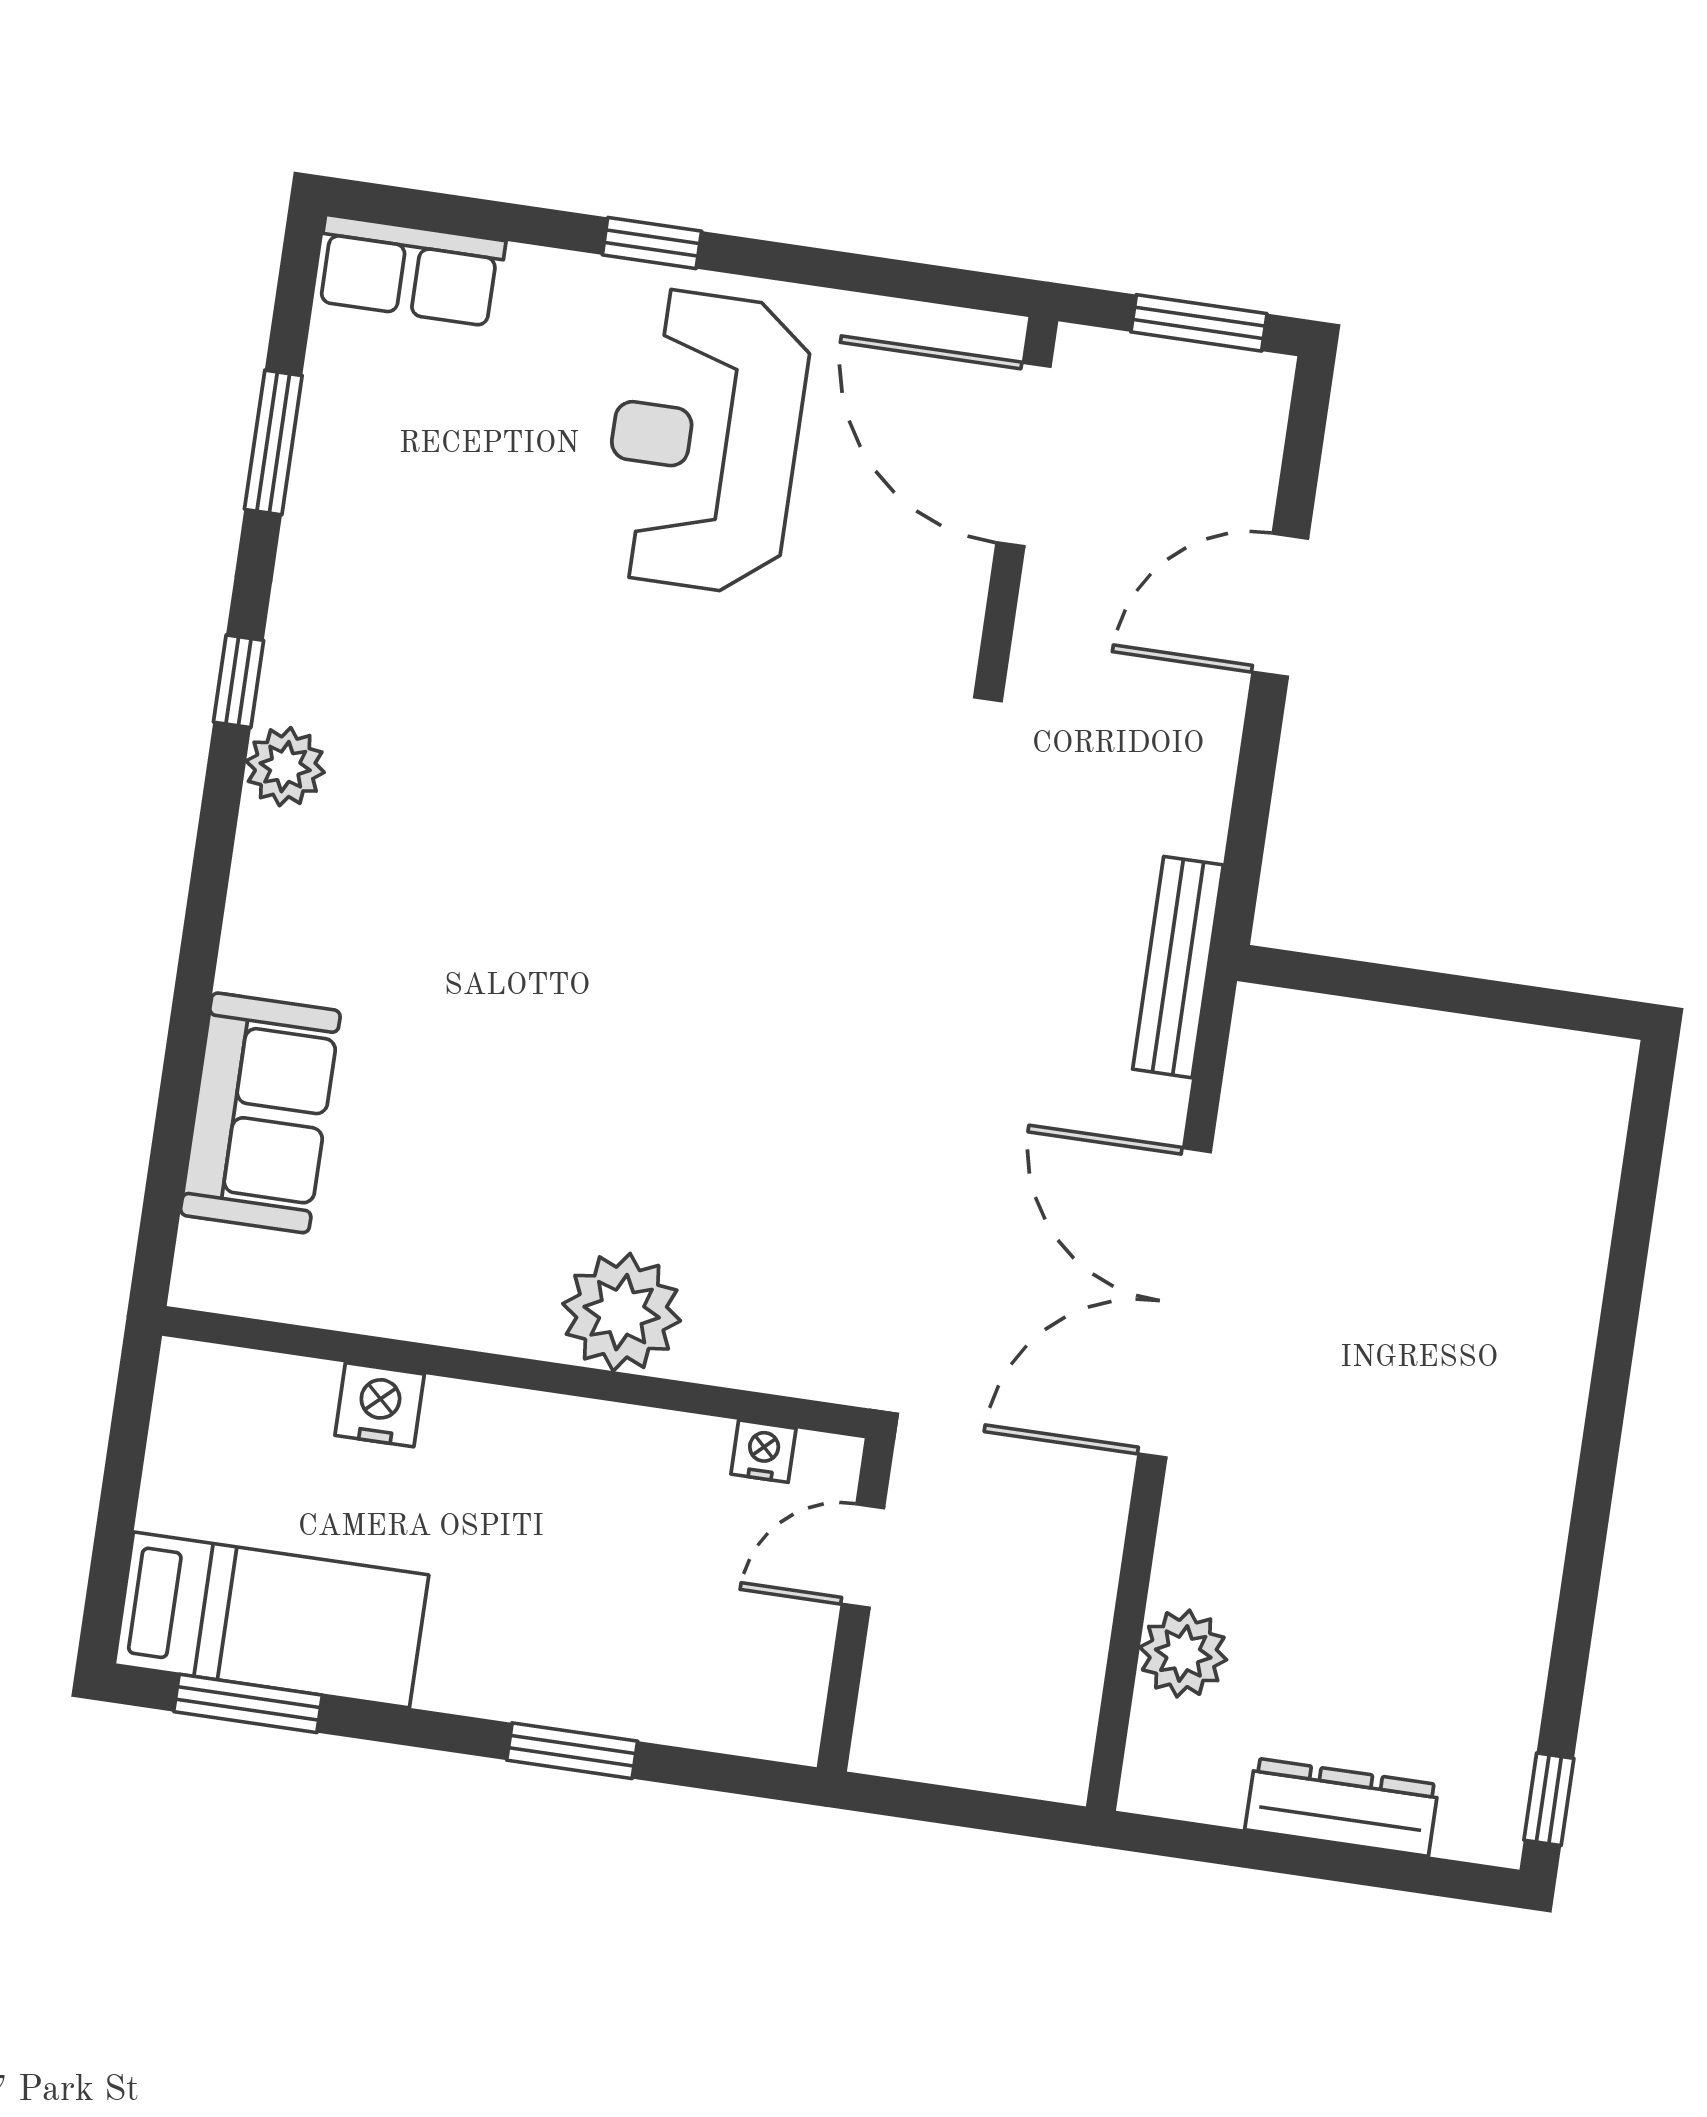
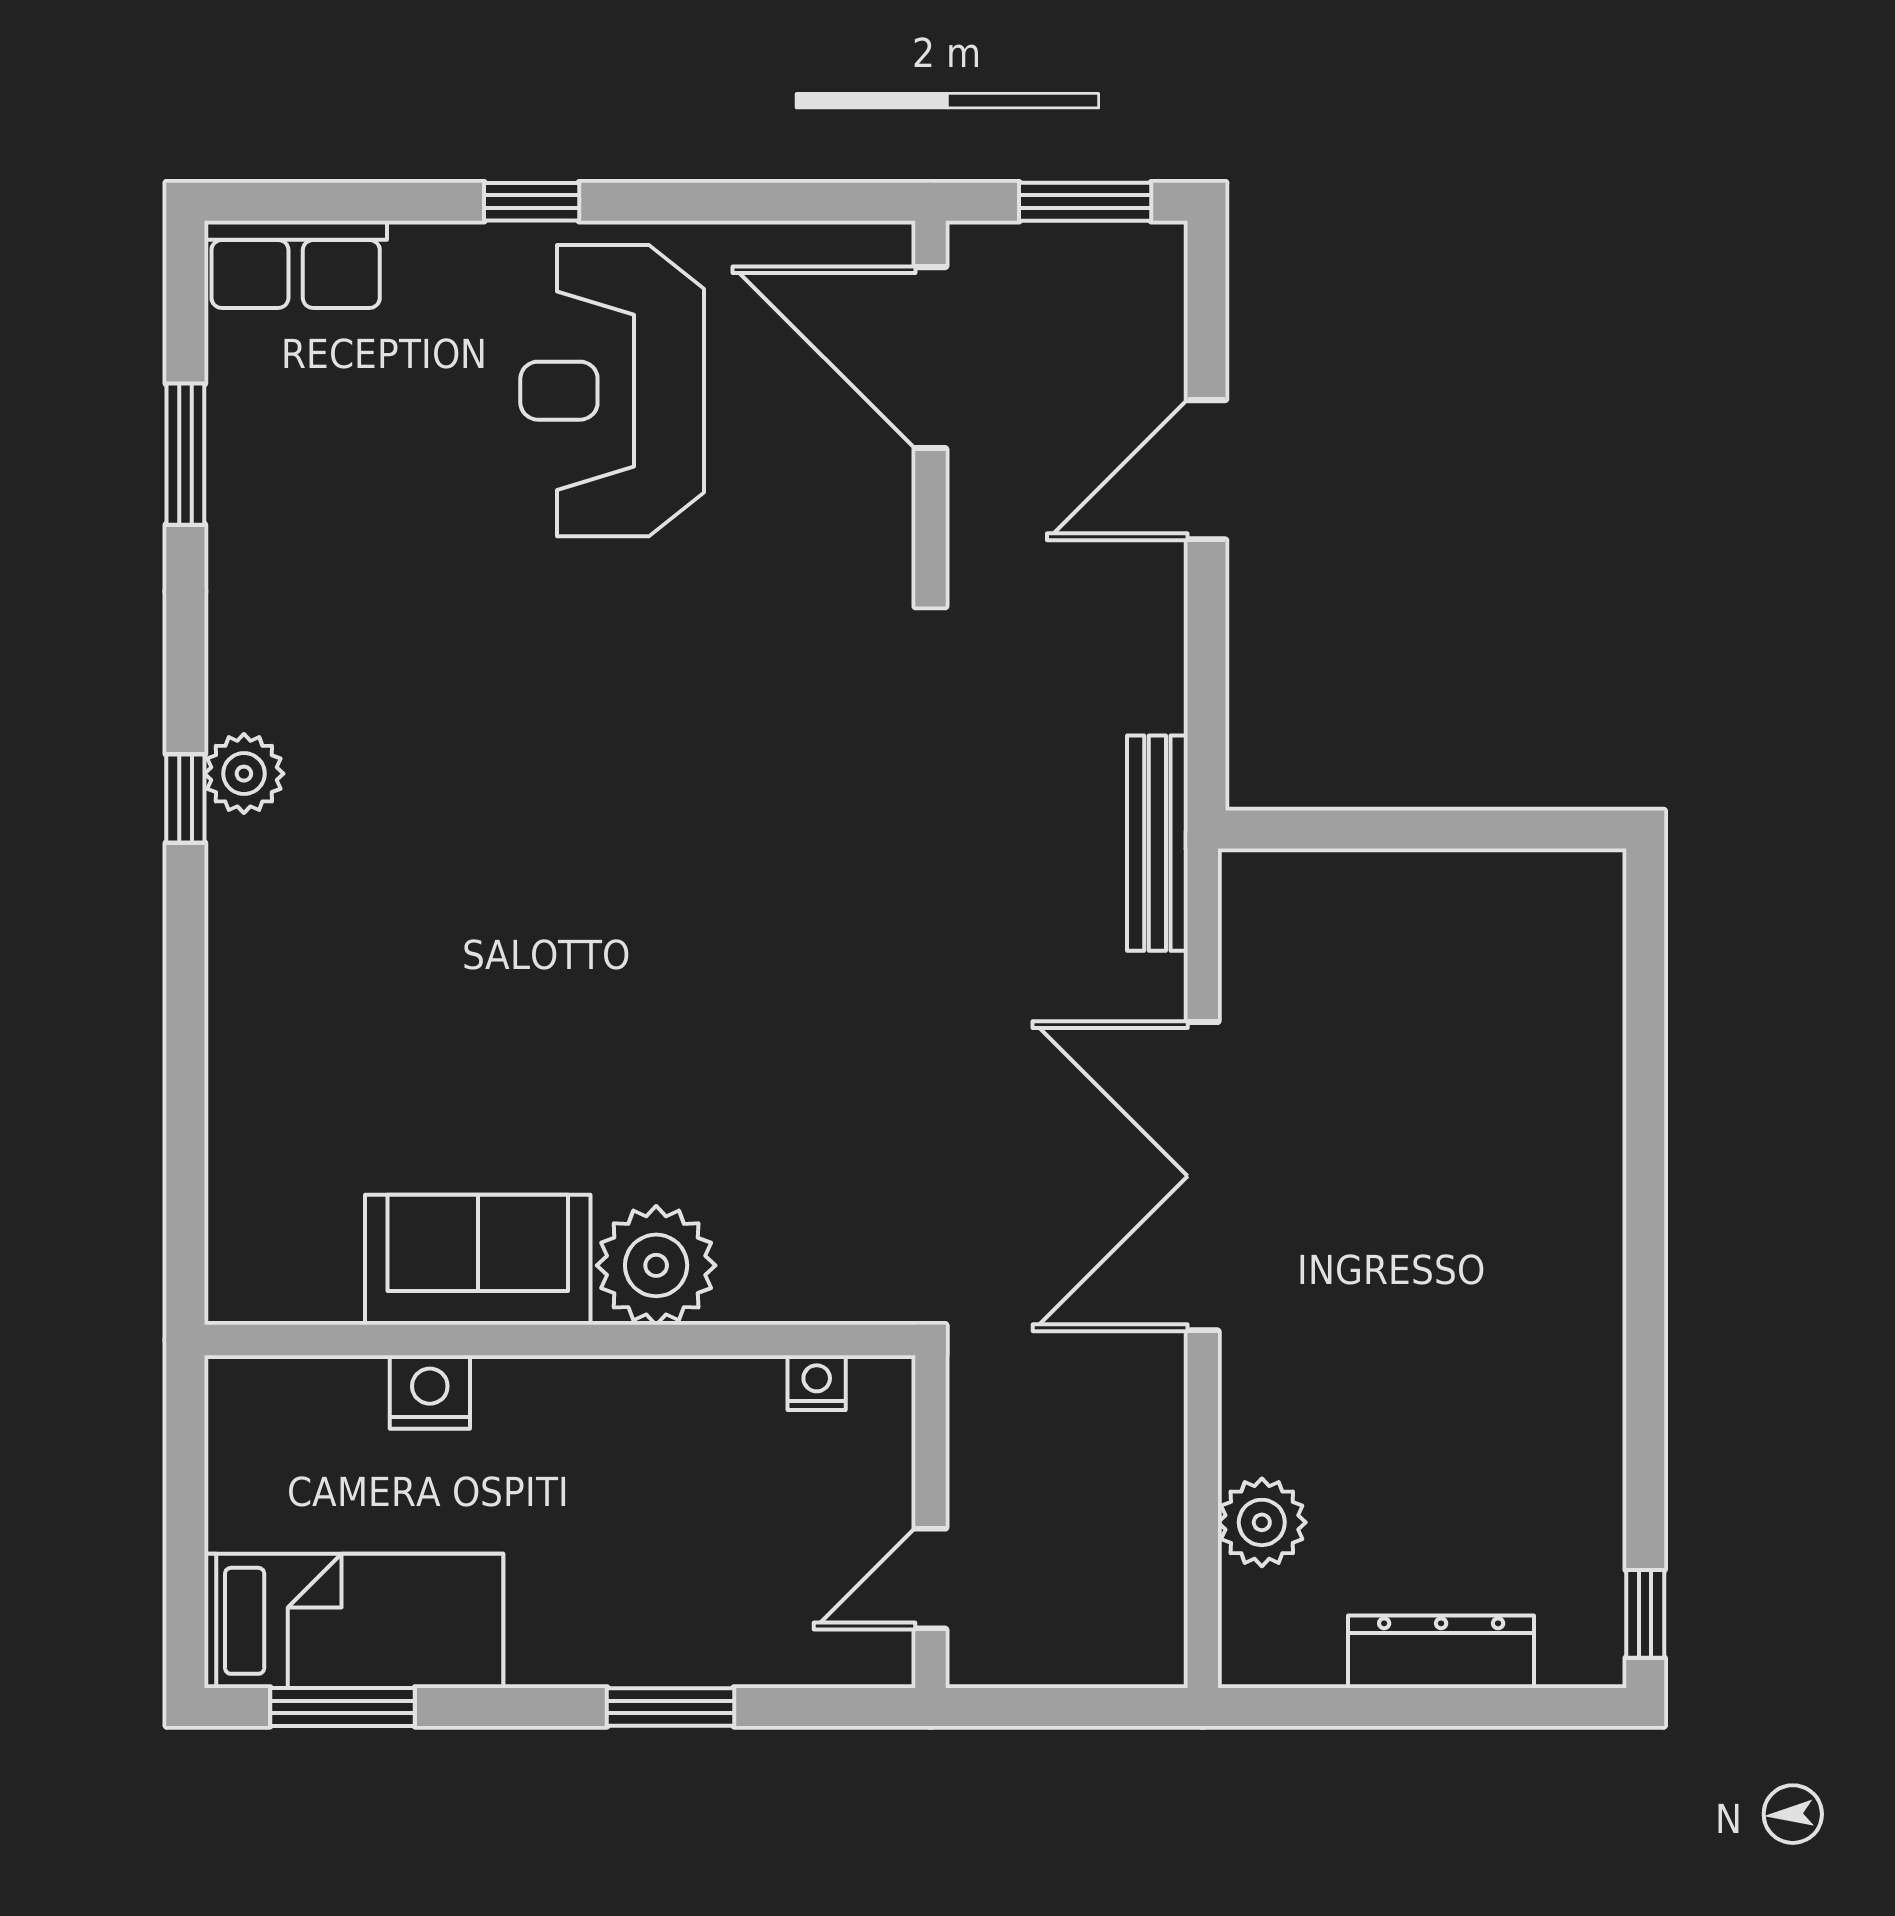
window: (239, 681) -> (185, 799), moved
sofa: (260, 1113) -> (478, 1260), moved, turned -90
door: (863, 1556) -> (930, 1579), moved

